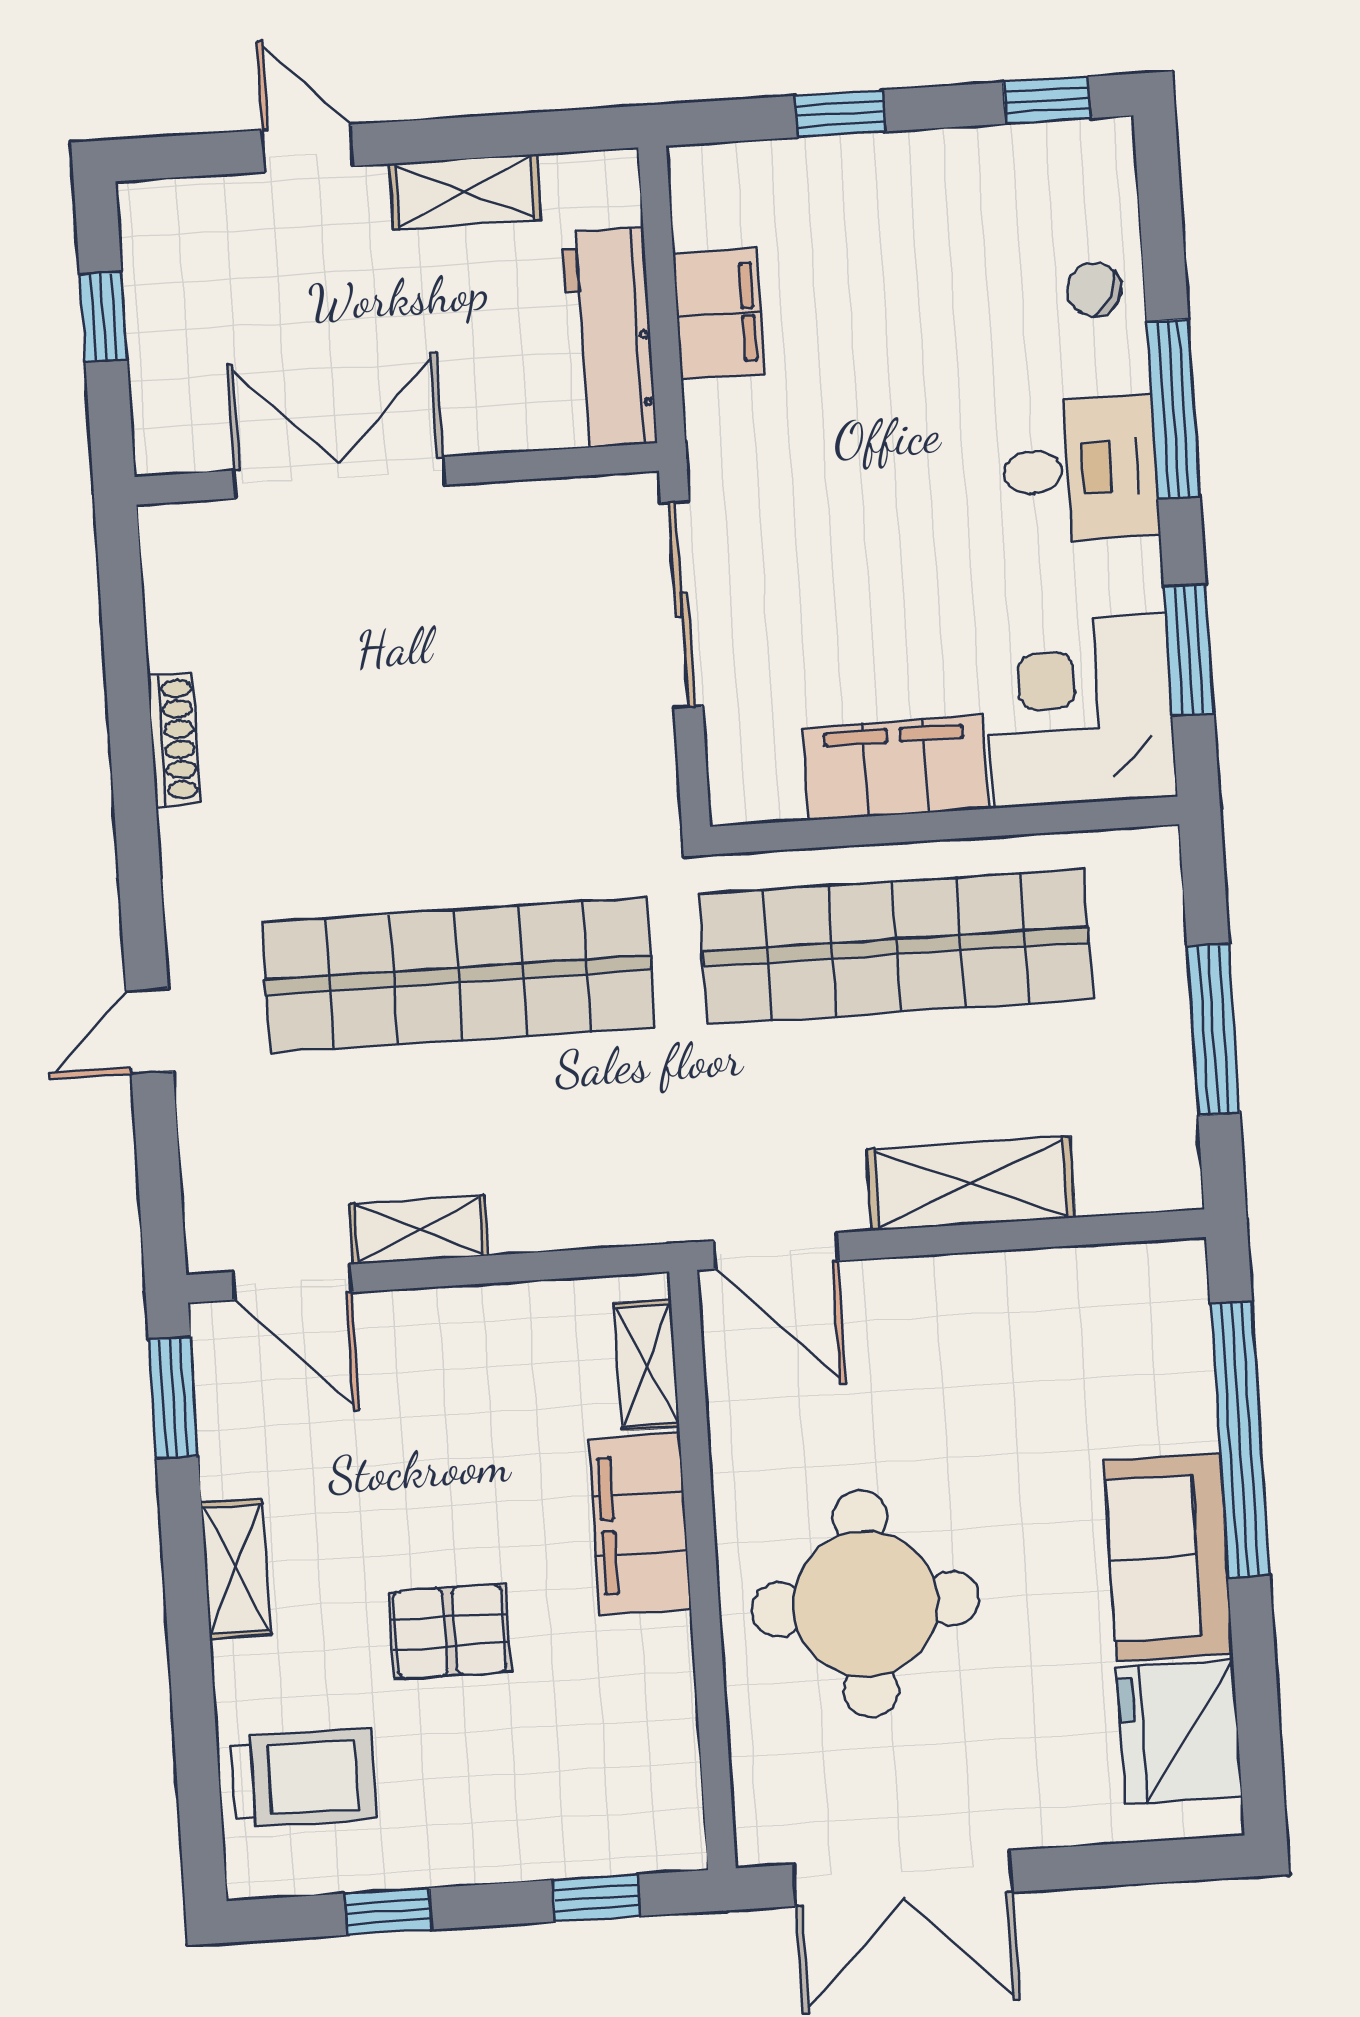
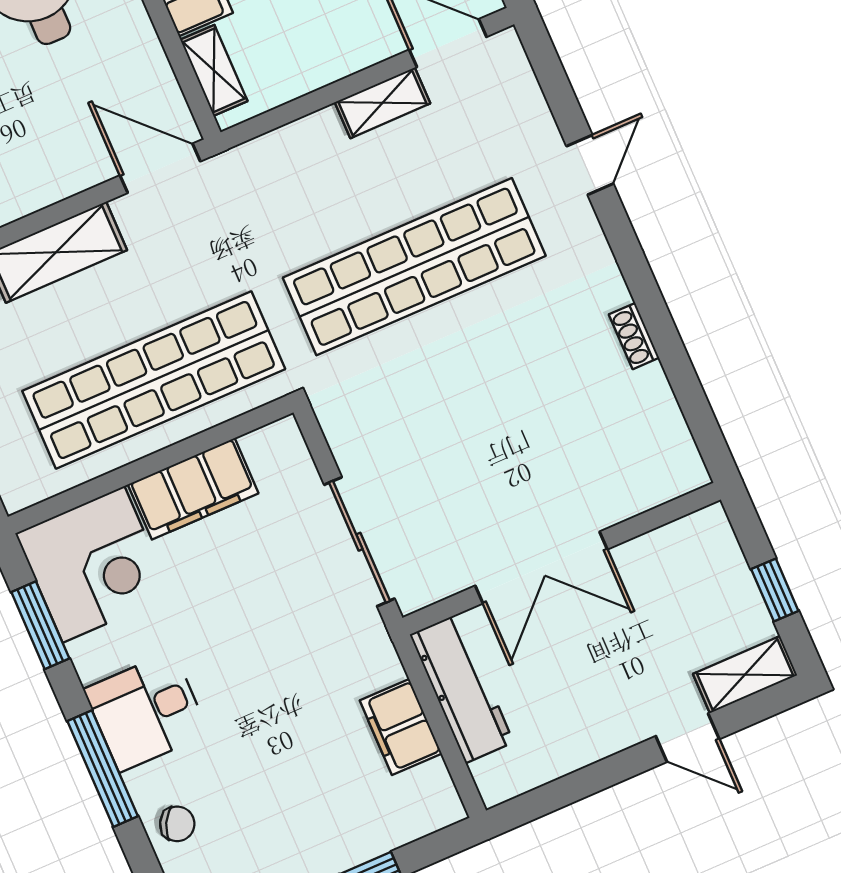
shelving: (465, 192) -> (745, 675), moved
double door: (339, 478) -> (541, 567), moved
shoe rack: (174, 740) -> (634, 336), width x0.70

